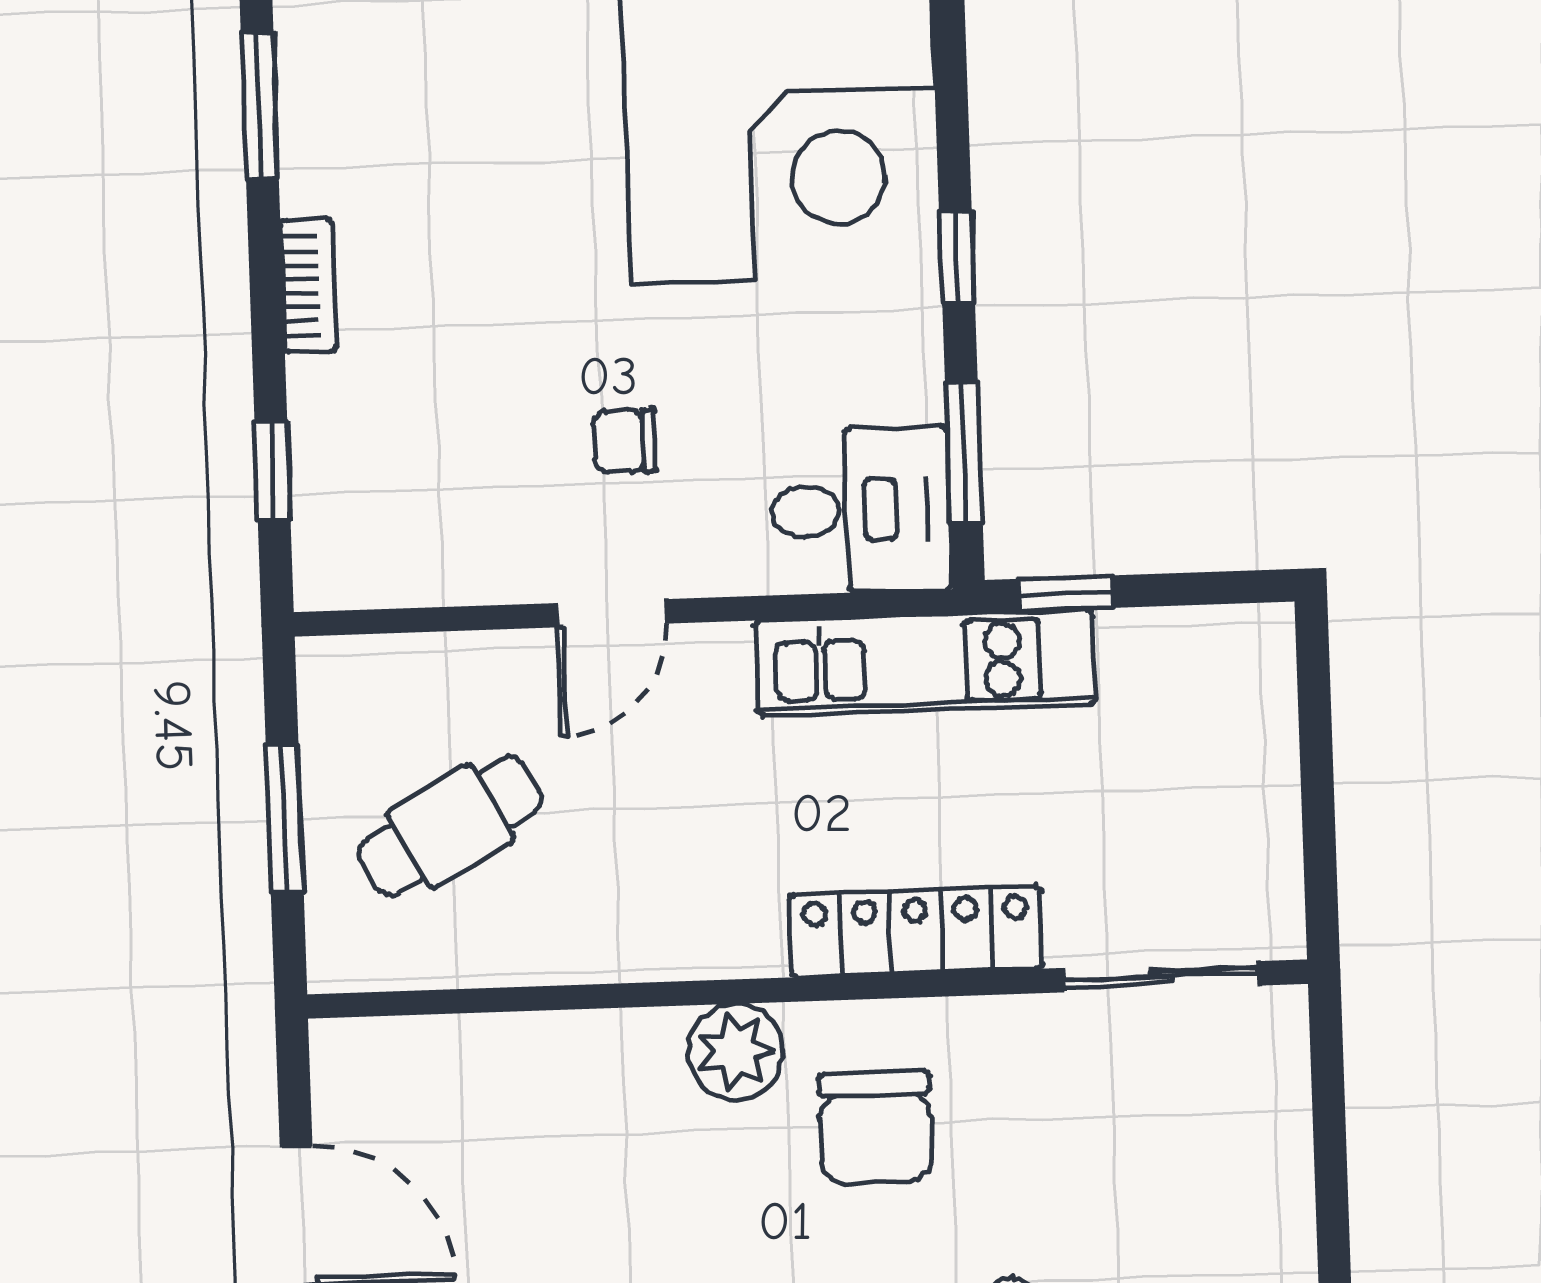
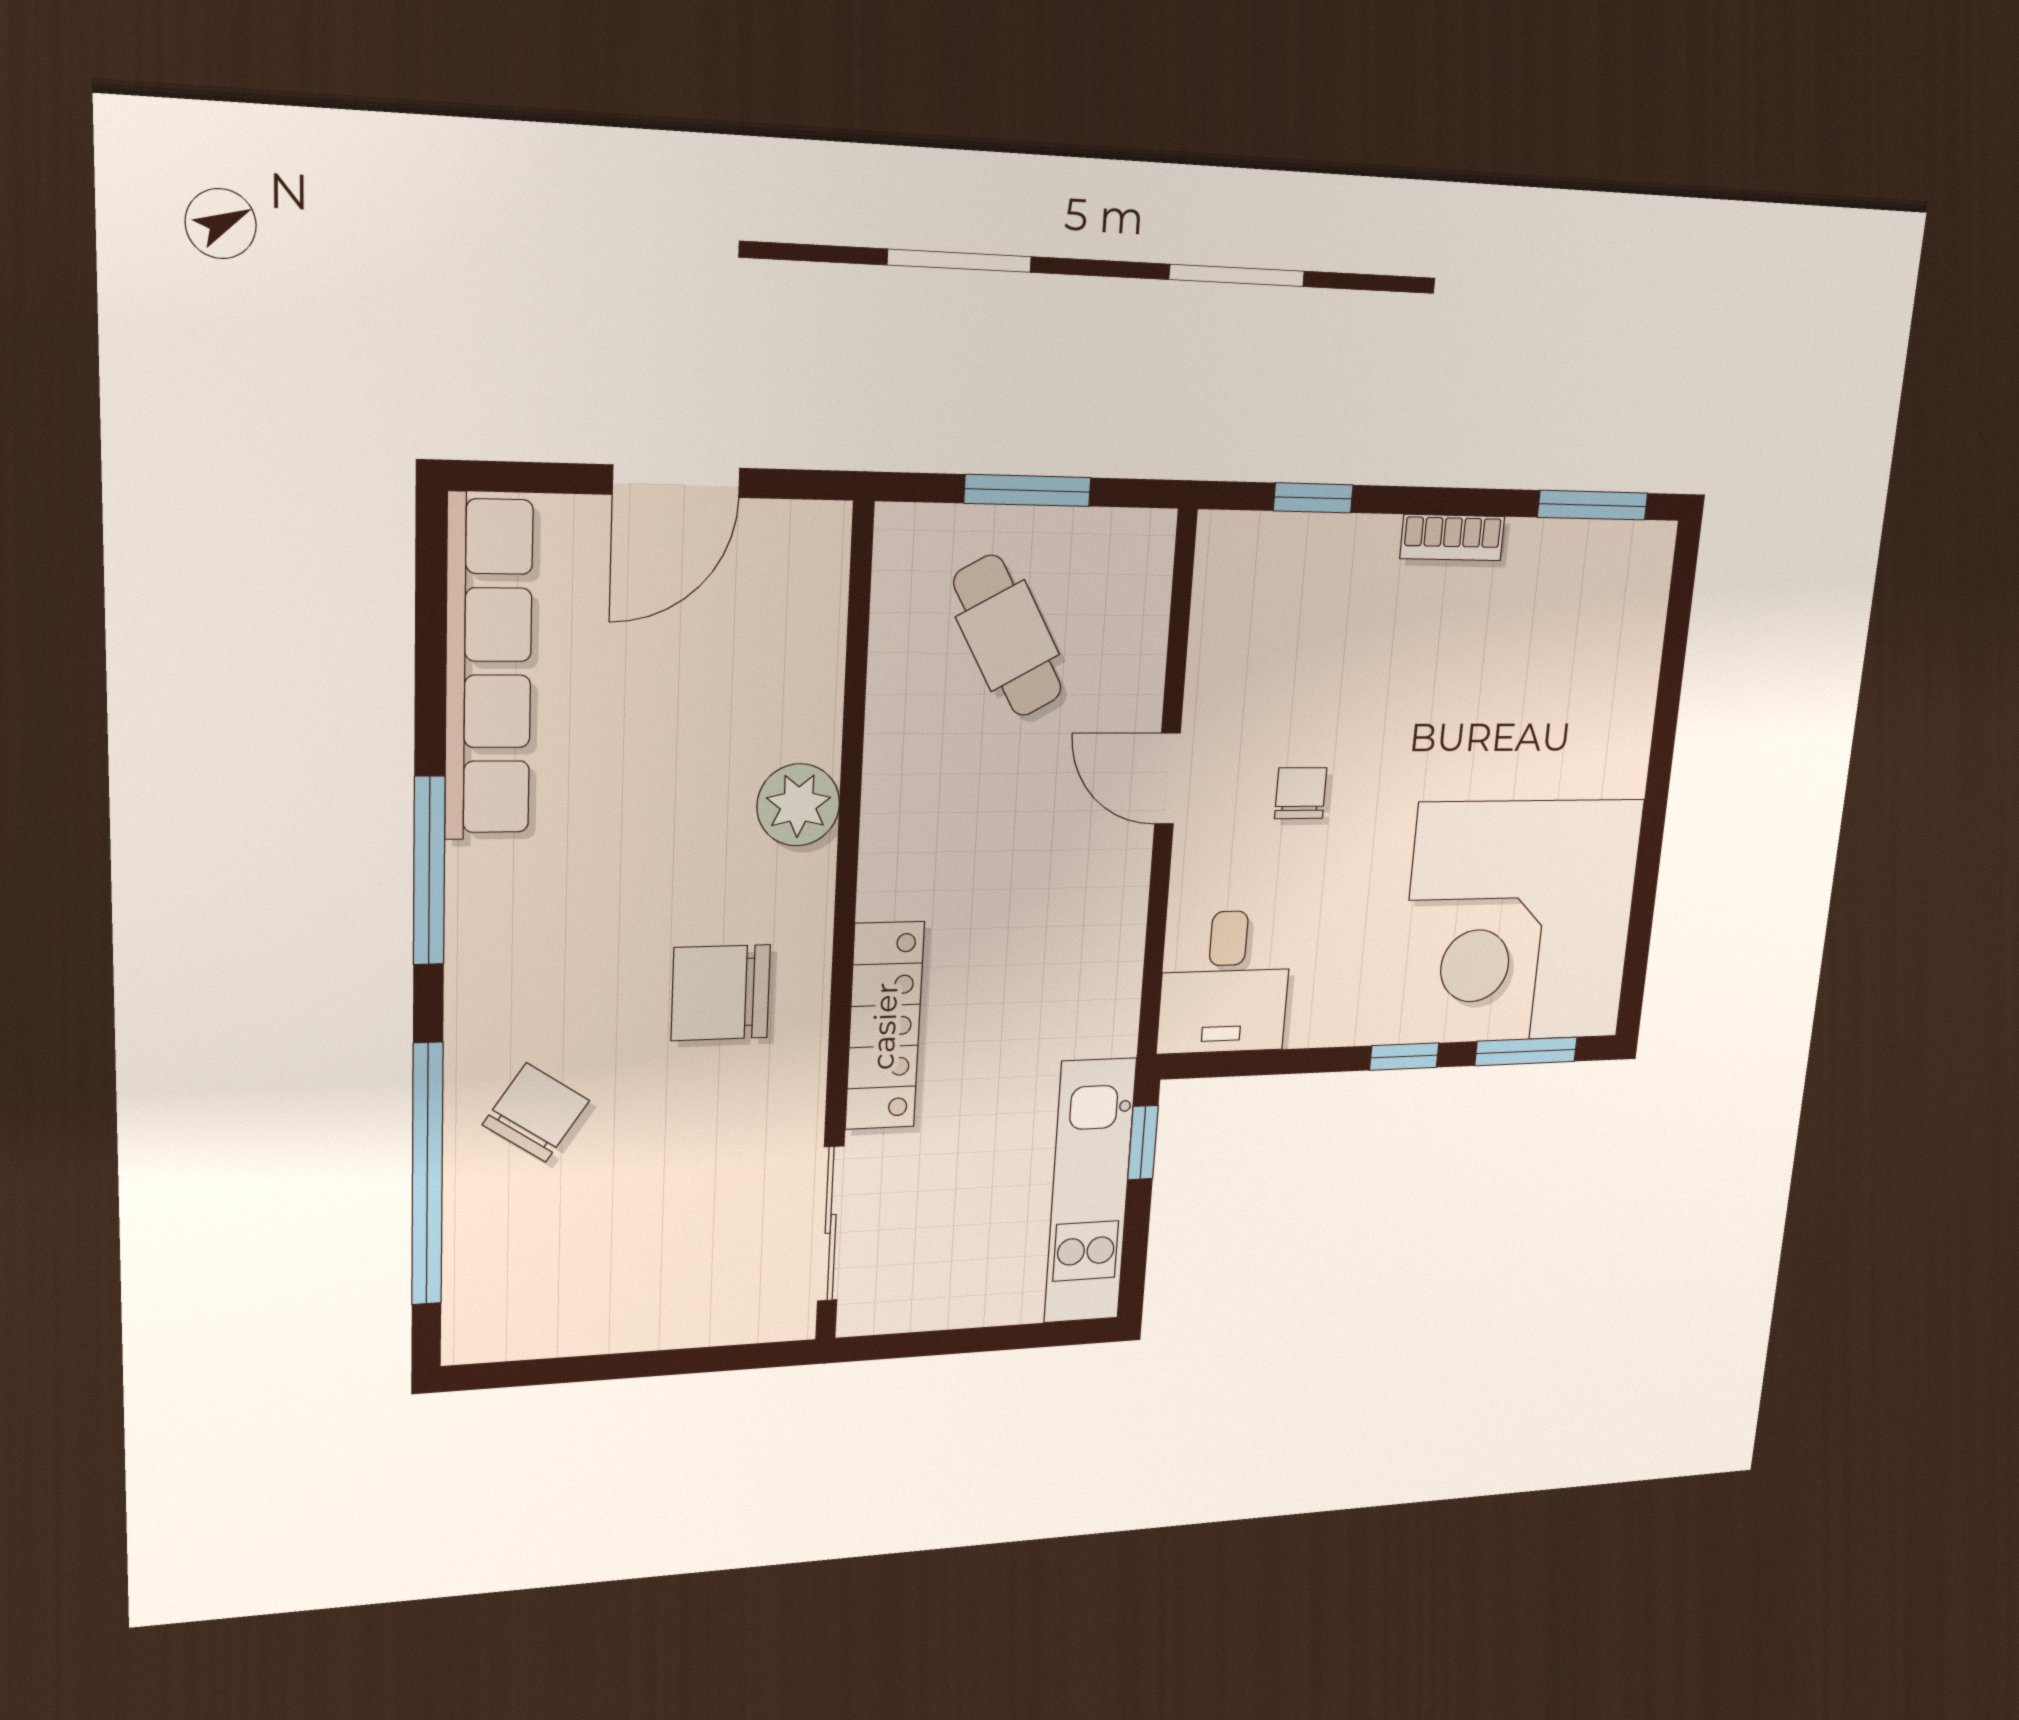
window: (964, 452) -> (1526, 1051), moved
kitchen unit: (925, 662) -> (1090, 1191), moved
plant: (736, 1051) -> (798, 805), moved

